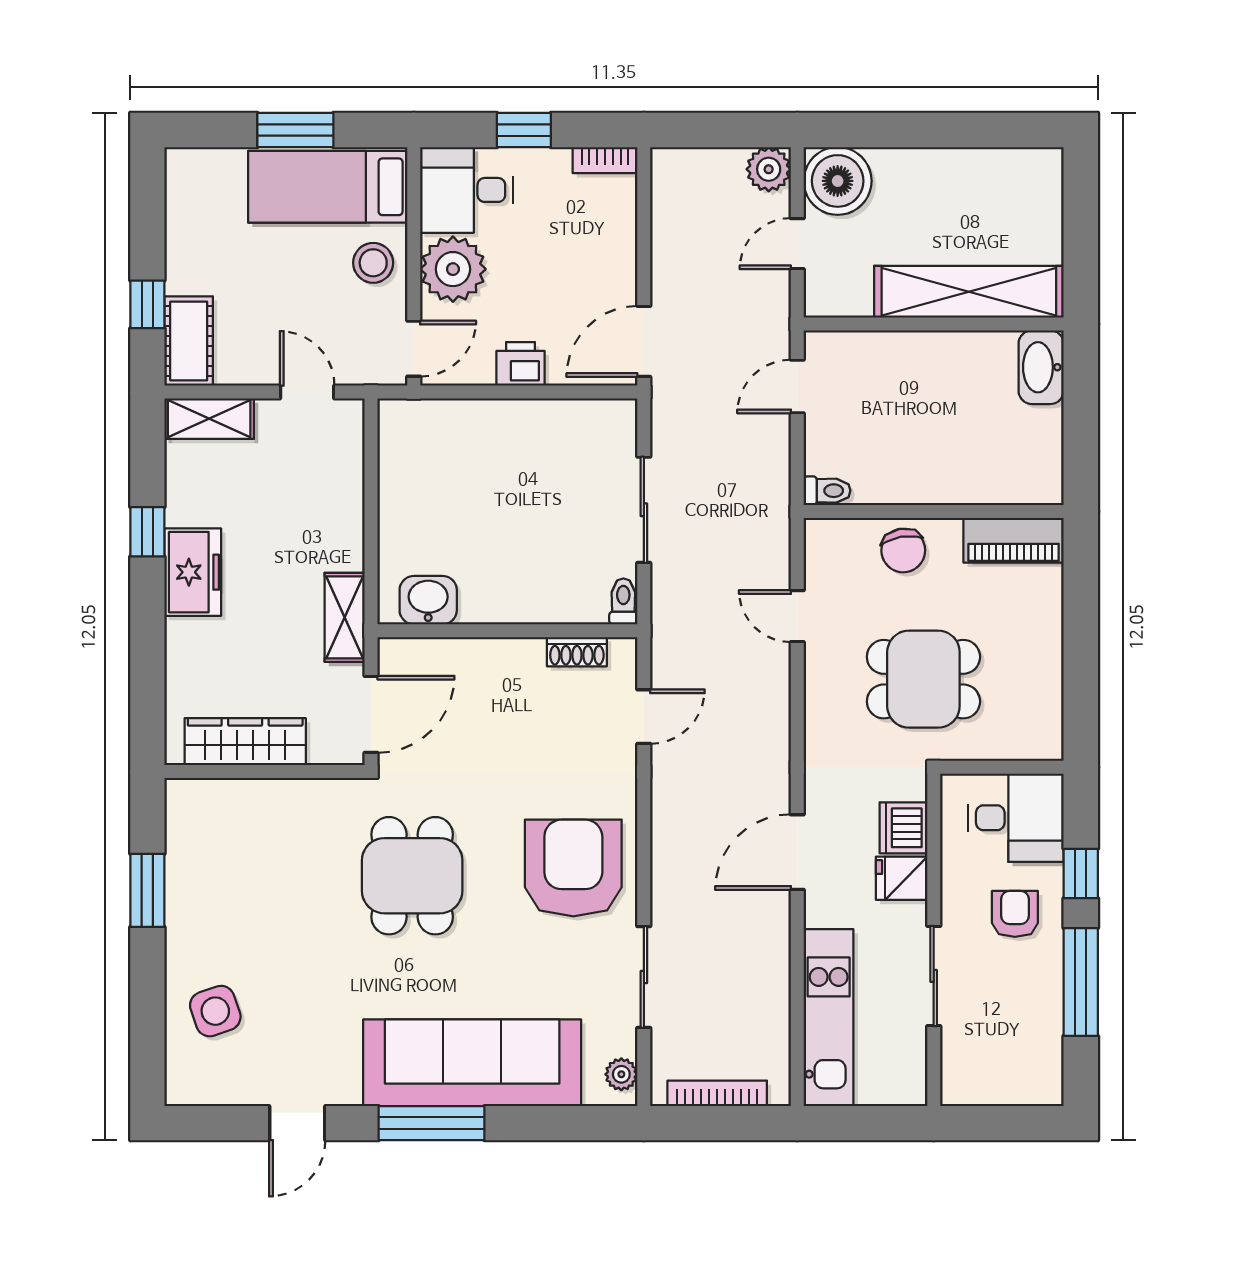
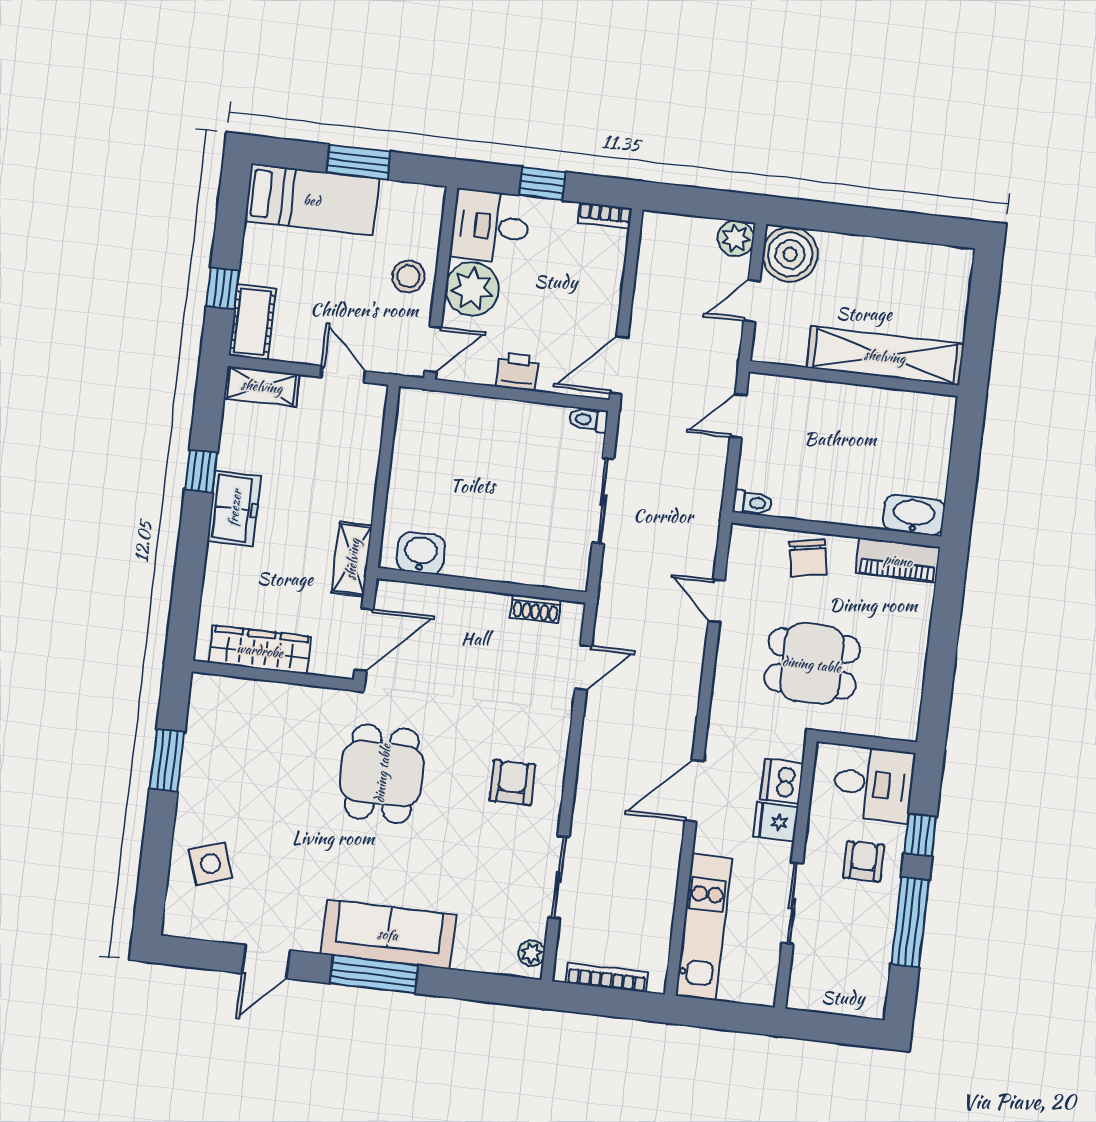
bed: (328, 187) -> (312, 200), moved, turned 180
washbasin: (1041, 367) -> (914, 515), moved, turned 90
toilet: (623, 601) -> (589, 420), moved, turned -90
armchair: (573, 868) -> (512, 782), width x0.53, depth x0.53
sofa: (472, 1063) -> (388, 934), width x0.74, depth x0.79

